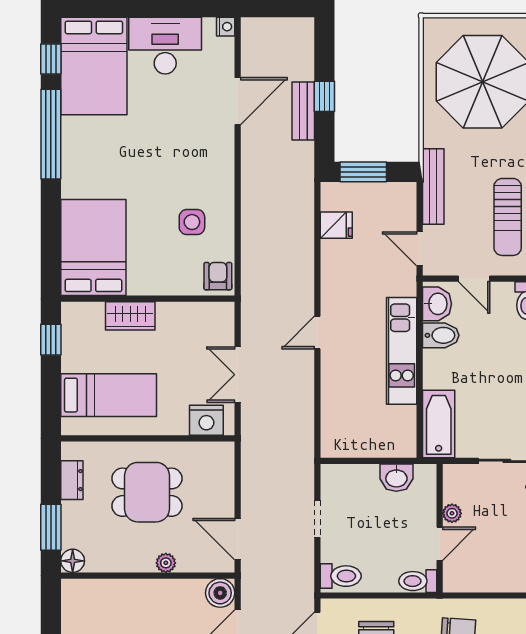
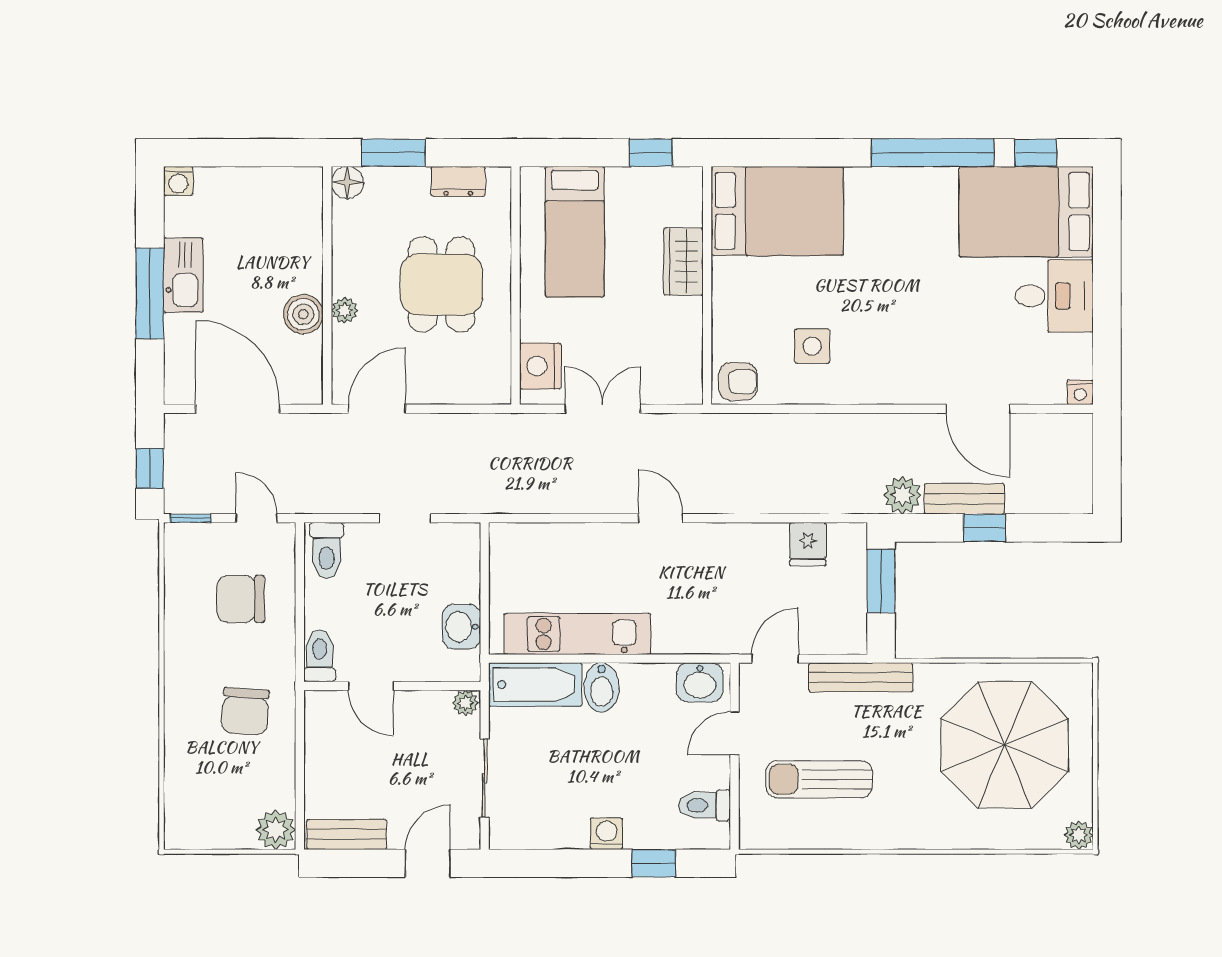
desk: (165, 46) -> (1054, 296), width x0.73
plant: (301, 156) -> (903, 495), added
bidet: (441, 335) -> (602, 688), moved
kitchen unit: (402, 351) -> (577, 634), moved
plant: (452, 513) -> (465, 703), moved
boiler: (220, 593) -> (303, 314), moved

